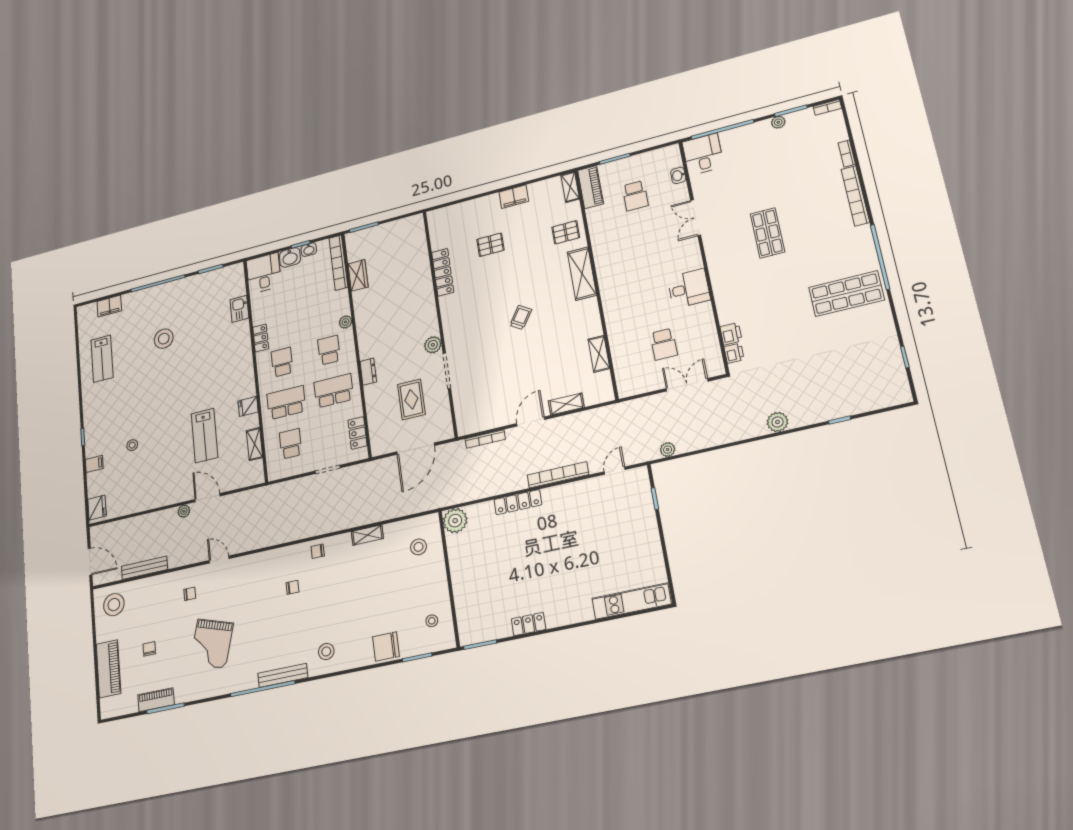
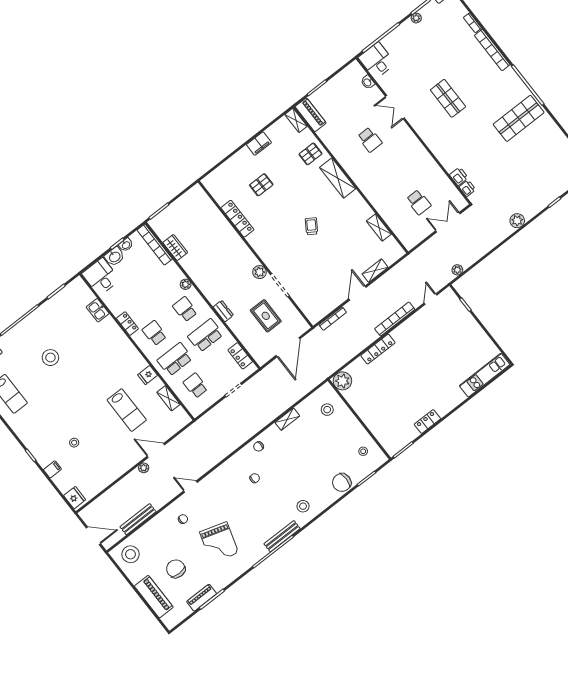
school desk: (635, 196) -> (370, 140), moved
desk: (689, 289) -> (416, 158), removed
chair: (149, 649) -> (176, 569), width x1.87, depth x1.87

